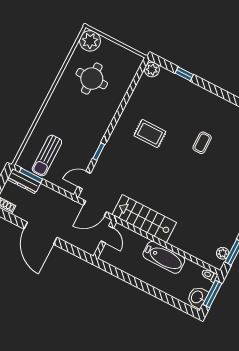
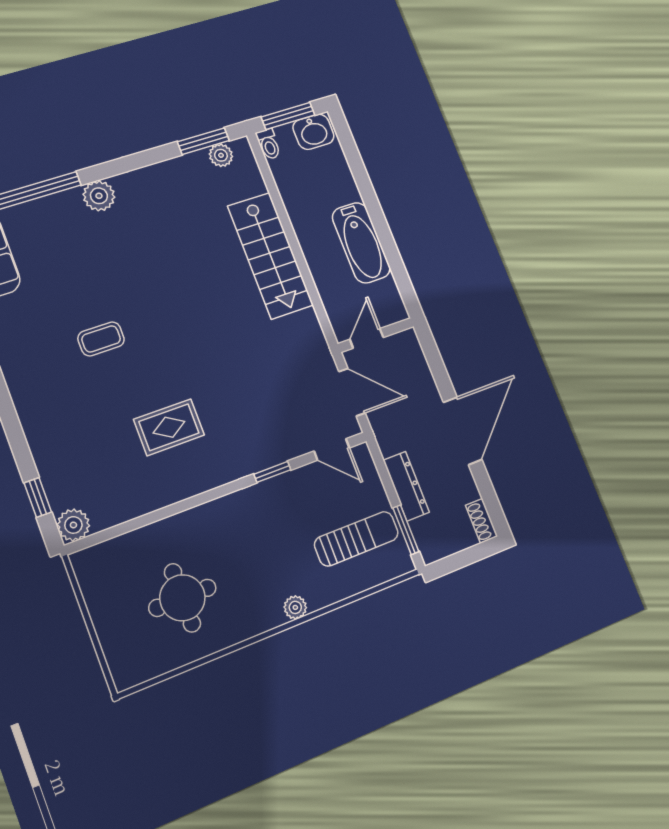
plant: (90, 41) -> (295, 607), moved, width x0.53, depth x0.53
window: (184, 74) -> (38, 497), moved
rug: (150, 134) -> (169, 427), turned 90
dresser: (24, 181) -> (406, 486), moved
stairs: (144, 219) -> (270, 255), moved
bathtub: (164, 257) -> (361, 243), moved, turned 180

